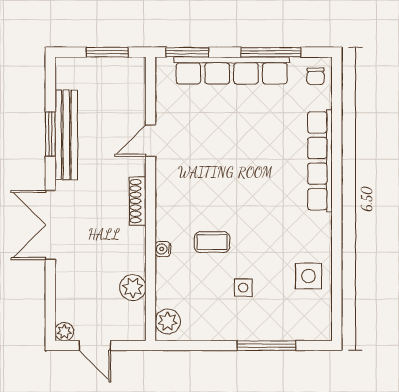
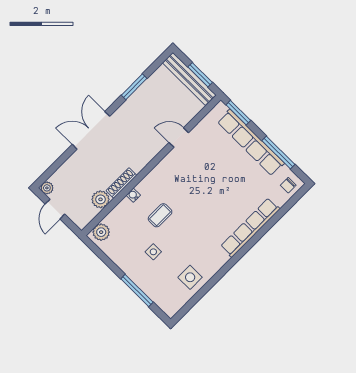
bench: (66, 135) -> (189, 79), moved, turned 90
shoe rack: (138, 201) -> (121, 183), moved
coffee table: (212, 242) -> (160, 215), turned 90

